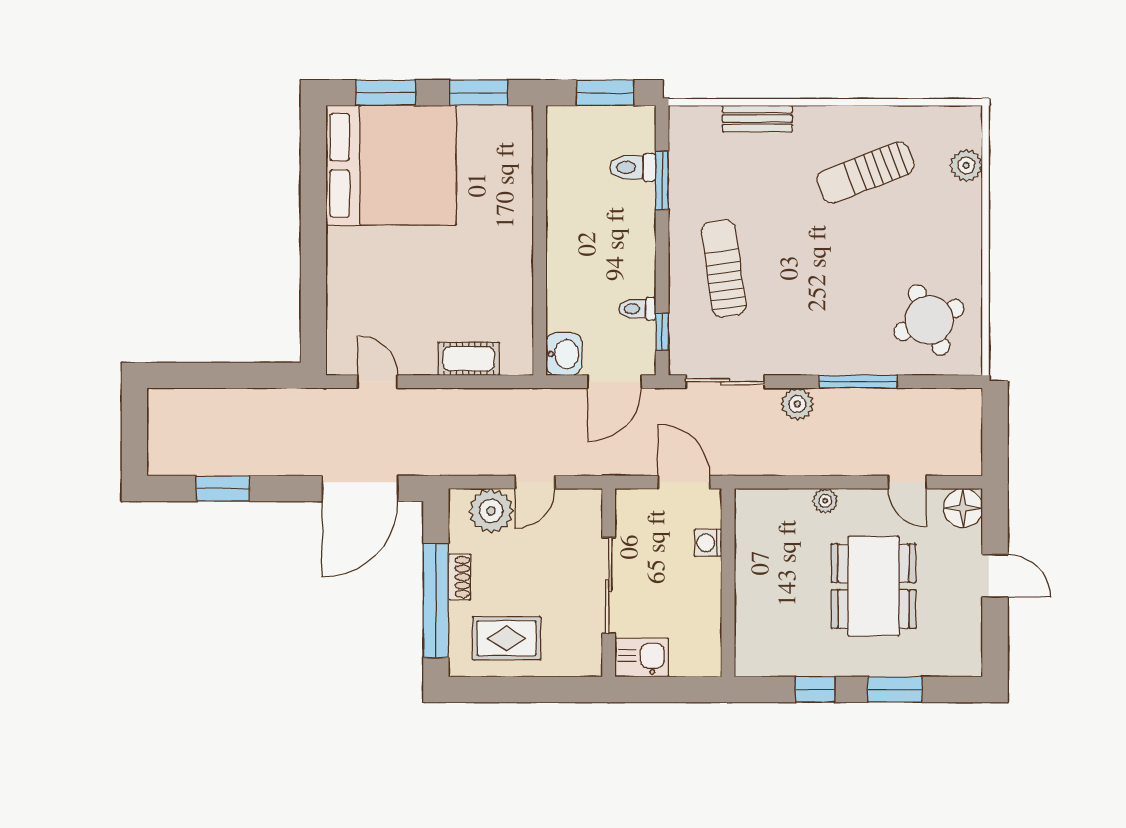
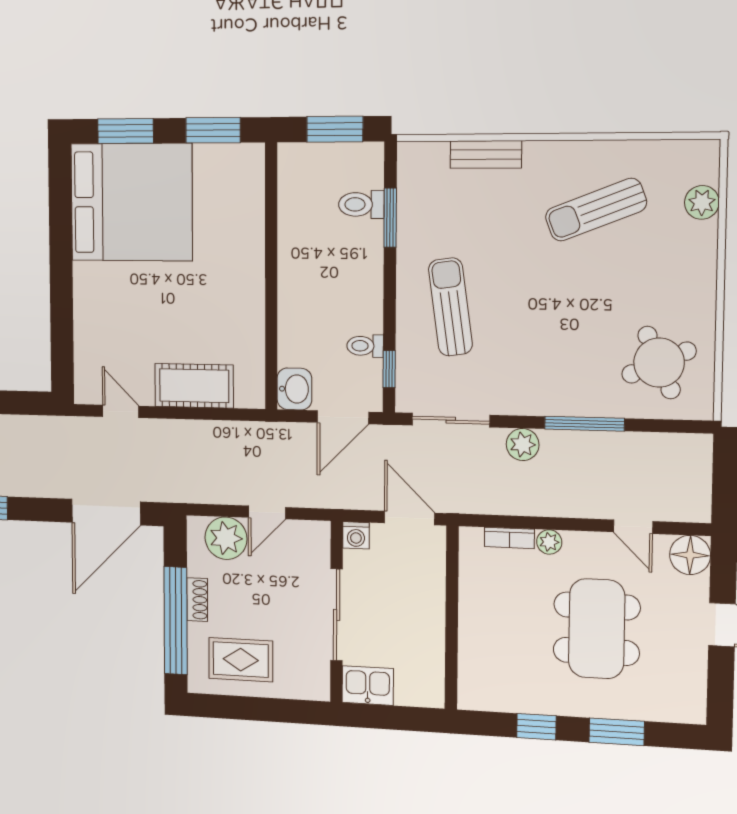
cot: (469, 359) -> (194, 386), width x1.37, depth x1.34
bookcase: (785, 498) -> (509, 538), added
washing machine: (708, 543) -> (356, 535), moved, turned -90

